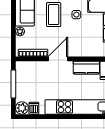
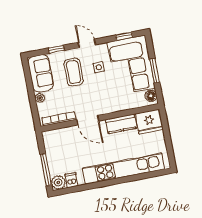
door: (58, 59) -> (88, 120), swing flipped
window: (13, 84) -> (46, 170), moved

